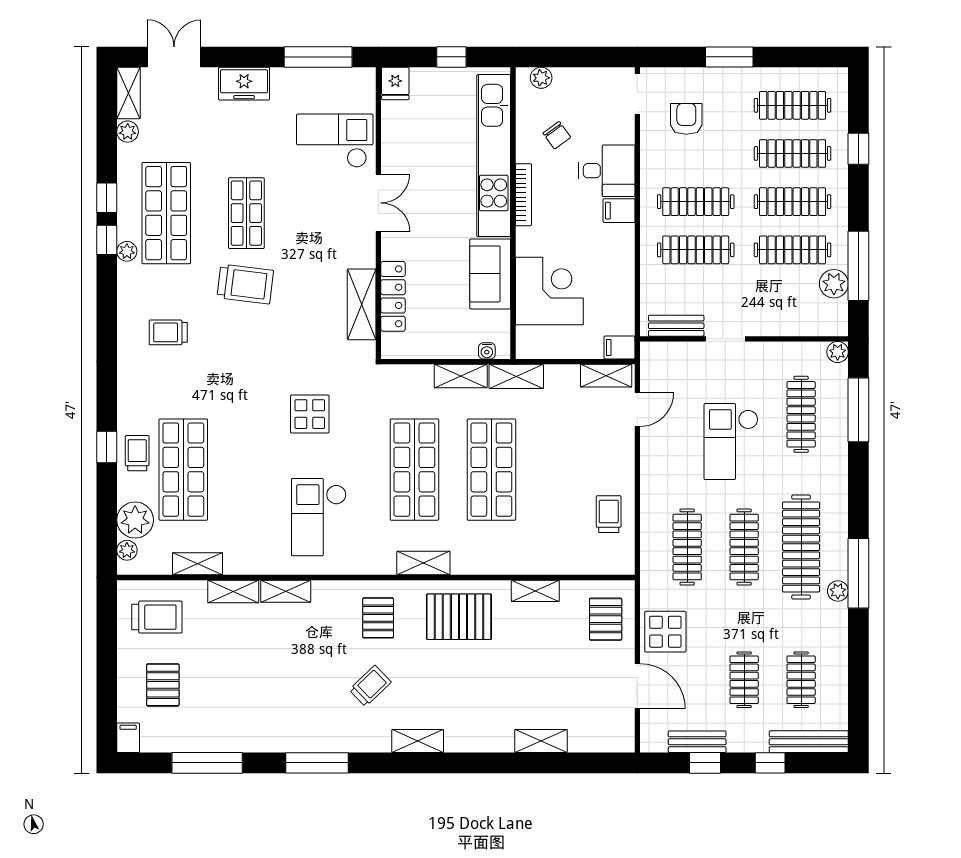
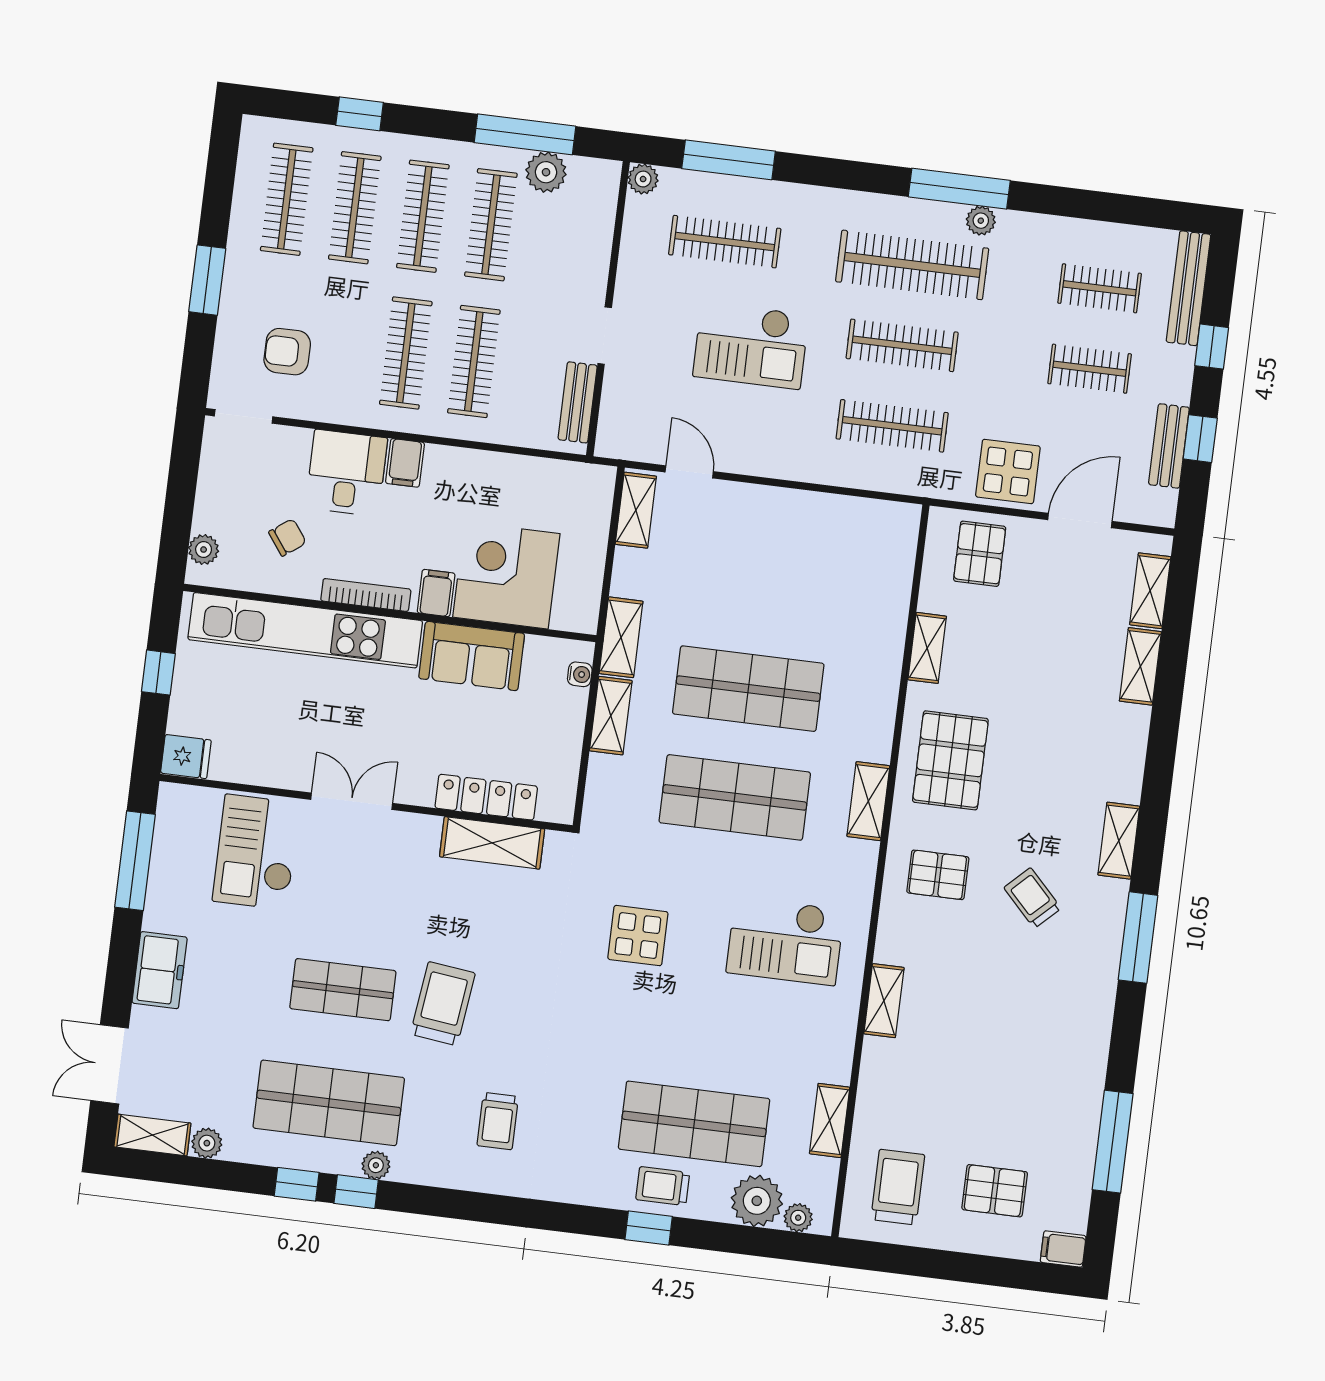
filing cabinet: (619, 348) -> (436, 593), moved, turned 180
trolley: (609, 514) -> (832, 531), removed
shelving: (233, 592) -> (1150, 591), moved
pallet: (606, 619) -> (980, 554), turned 90
window: (317, 763) -> (1138, 938), moved

